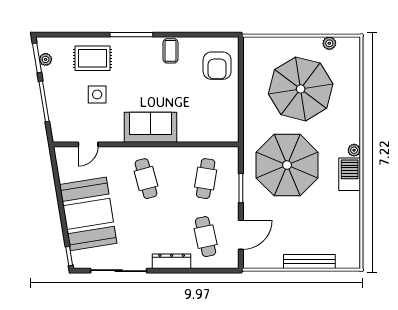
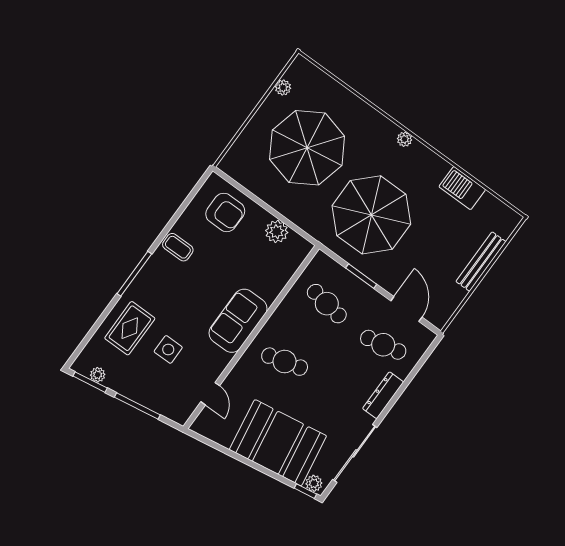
plant: (229, 110) -> (277, 232), added
barbecue: (350, 174) -> (462, 188), moved
plant: (79, 258) -> (314, 483), added

